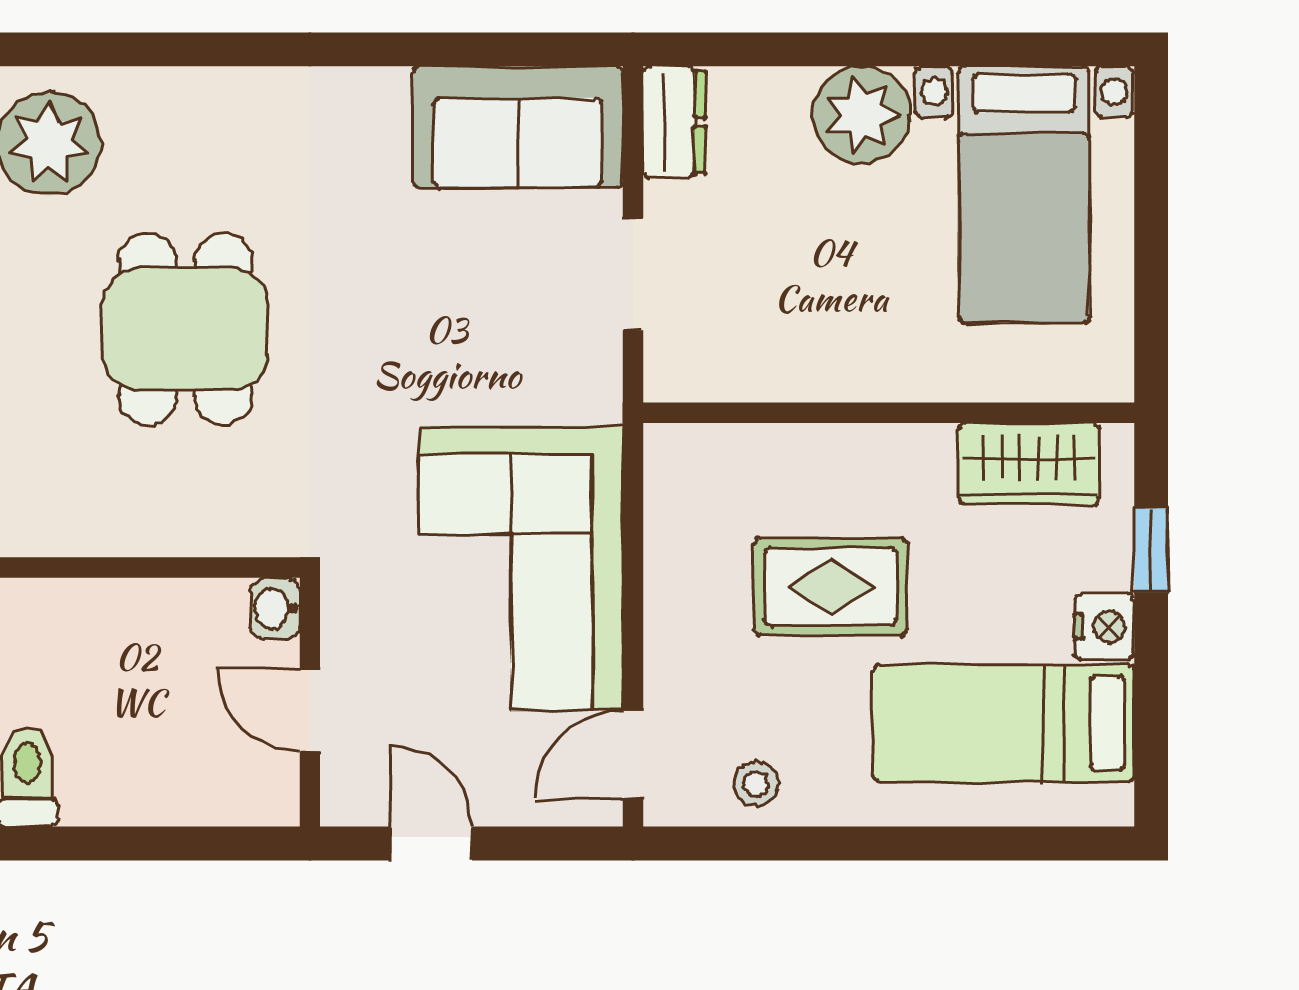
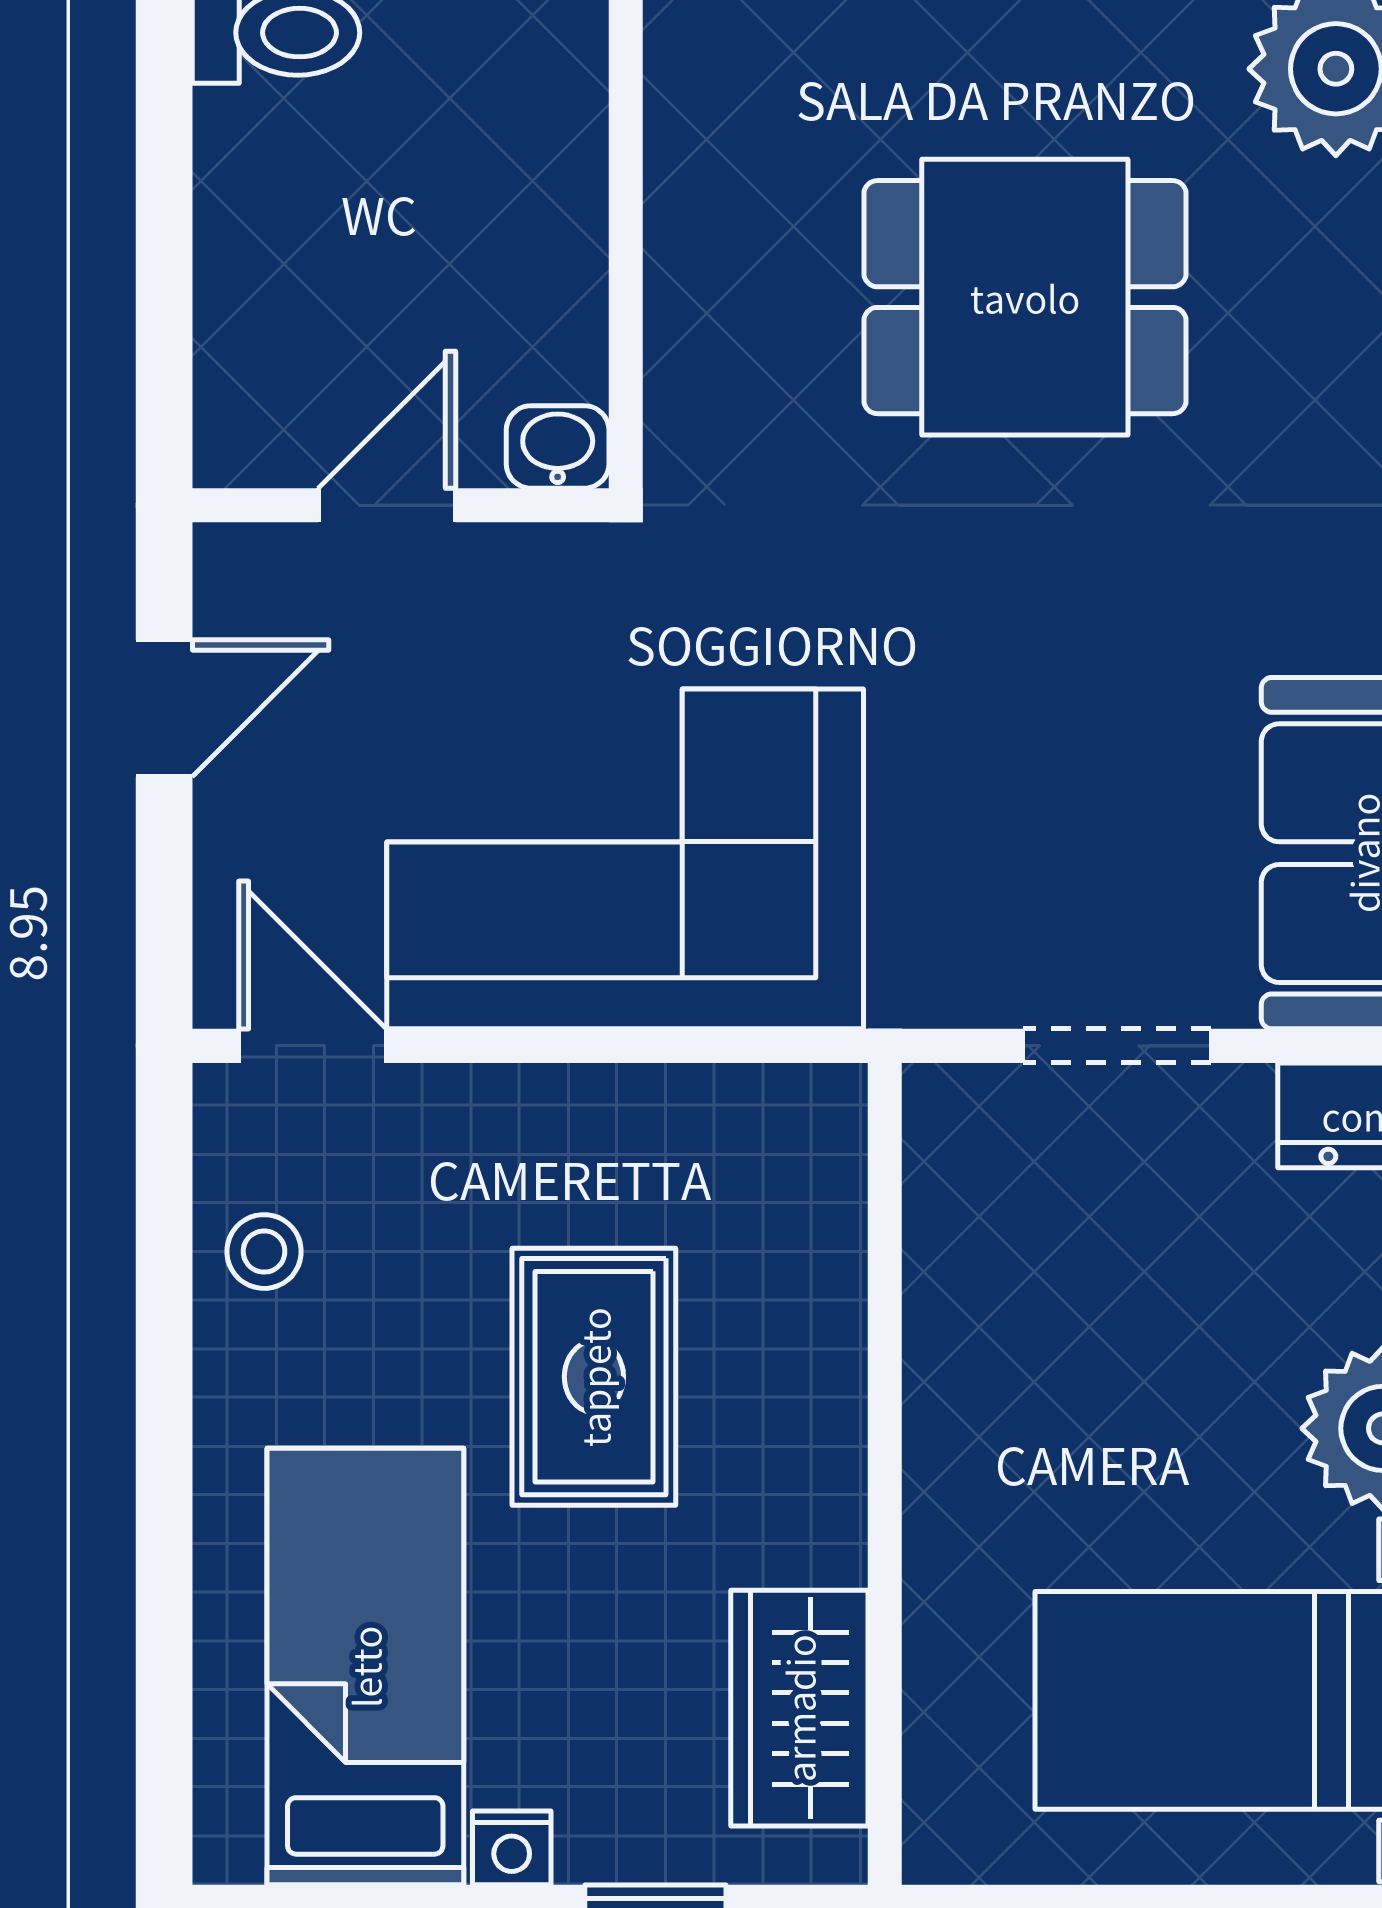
nightstand: (1104, 627) -> (512, 1848), width x0.72, depth x0.74

